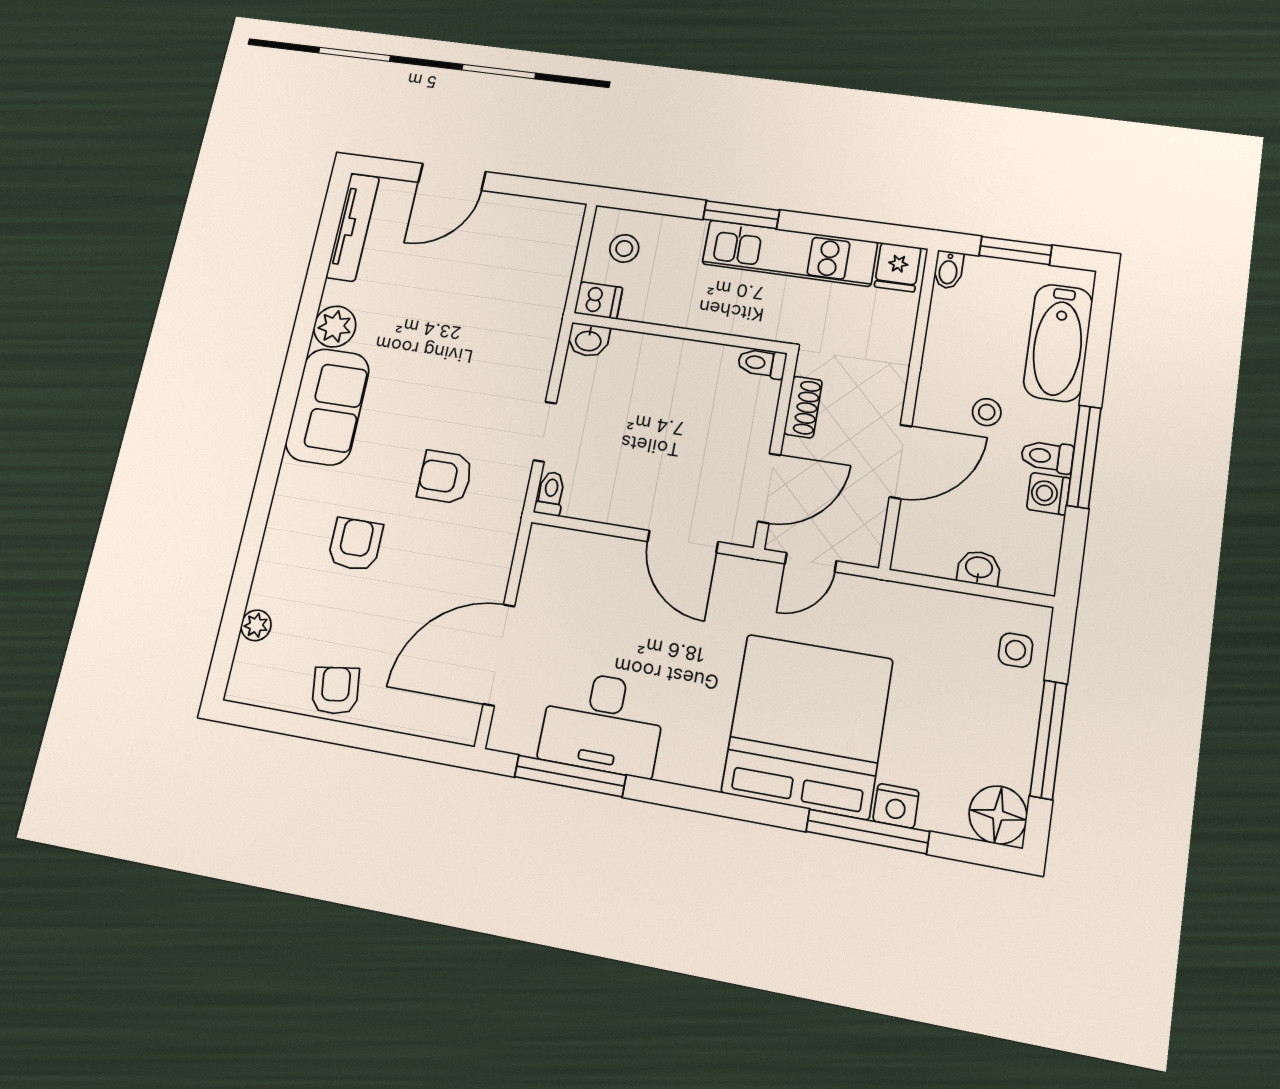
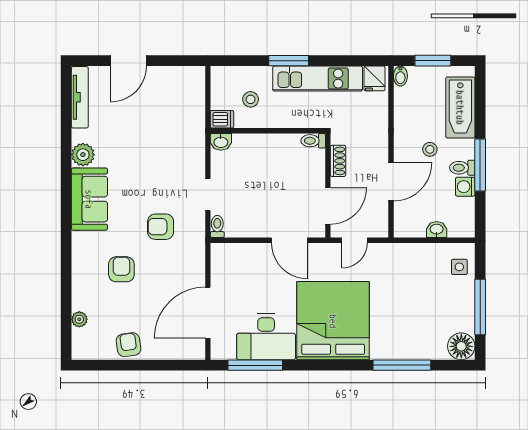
stool: (624, 248) -> (251, 99), moved
bed: (807, 726) -> (333, 321), moved
nightstand: (896, 806) -> (413, 351), removed

